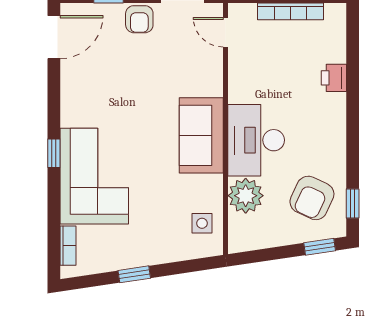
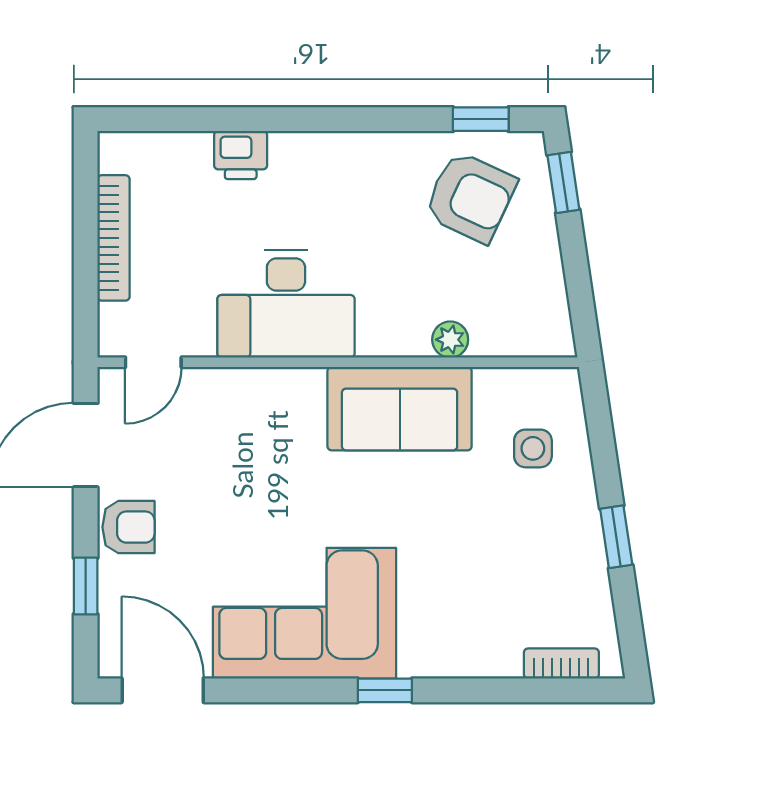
sofa: (201, 135) -> (400, 409), moved
desk: (256, 140) -> (286, 304), moved
corner sofa: (94, 176) -> (305, 613), moved
plant: (246, 196) -> (450, 340), width x0.53, depth x0.53
side table: (202, 223) -> (533, 448), moved

